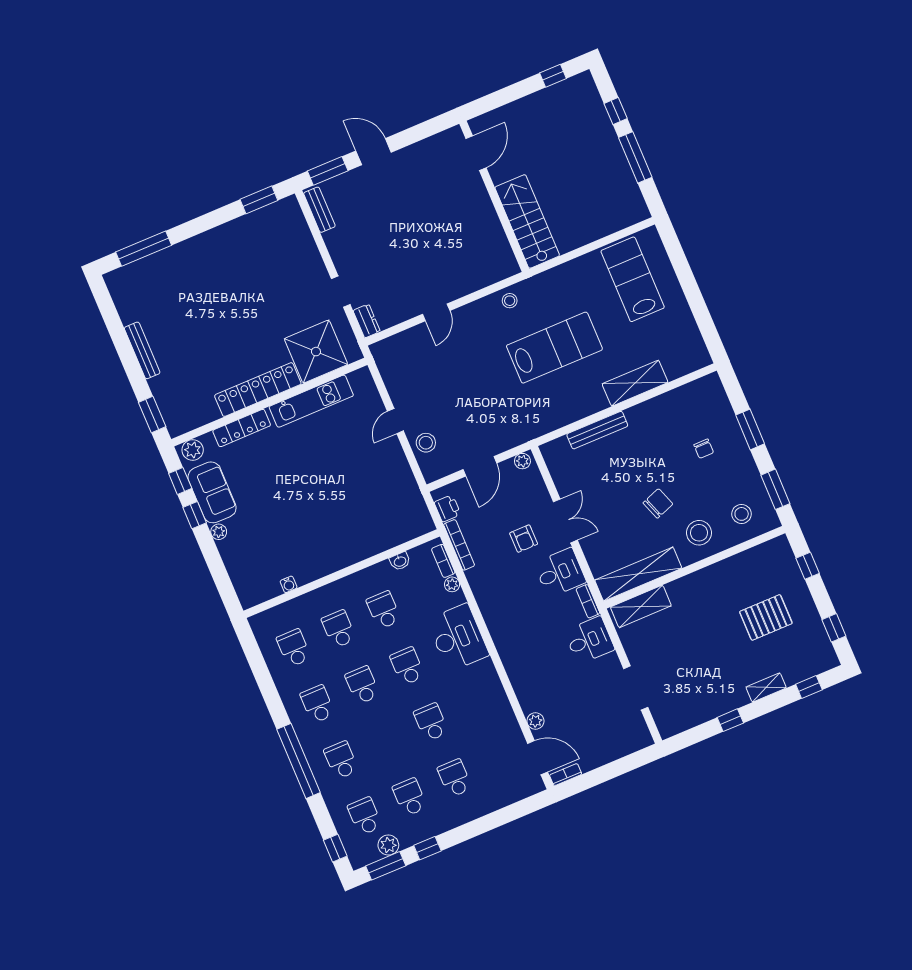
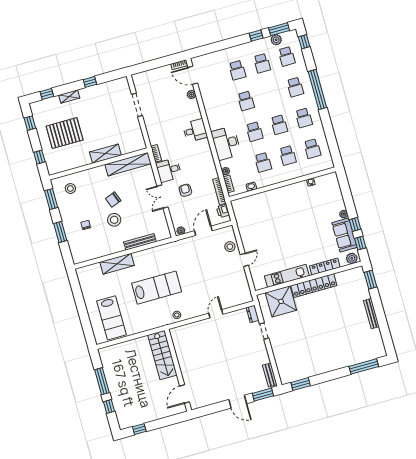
lab bench: (554, 348) -> (157, 288), turned 180
stool: (699, 533) -> (114, 220), moved
shelving: (641, 606) -> (105, 154), moved
pallet: (766, 617) -> (65, 133), width x1.37, depth x1.41
desk: (589, 640) -> (195, 131), moved, turned 180

